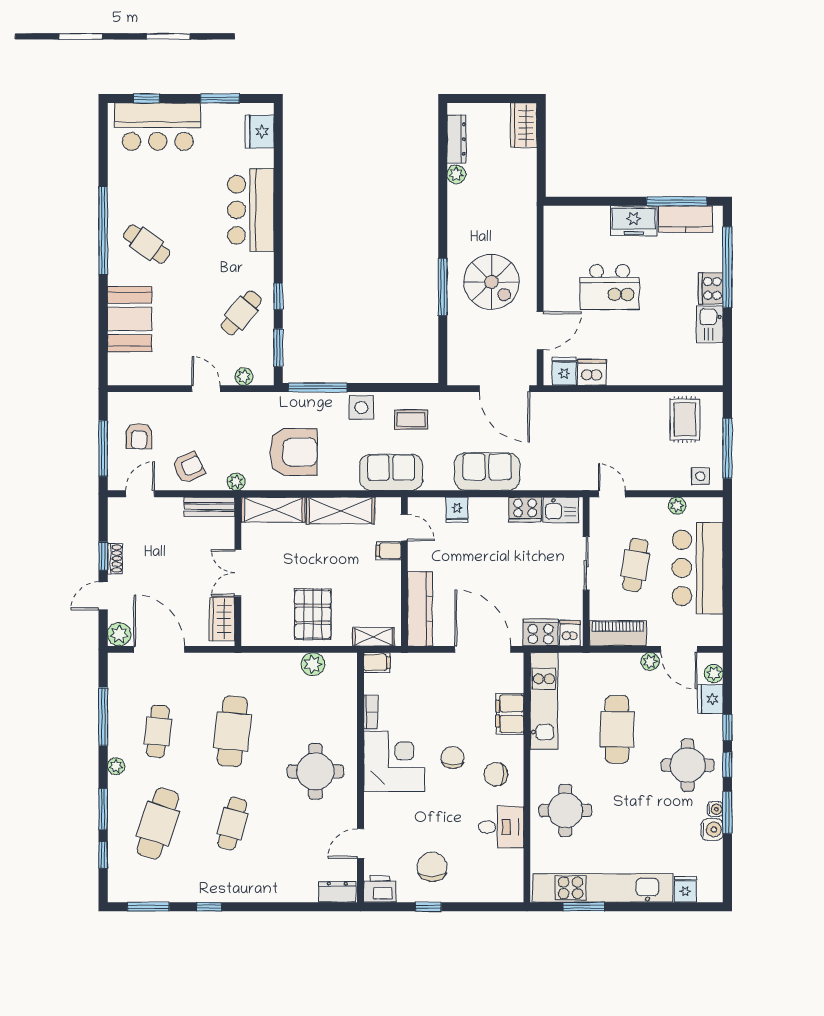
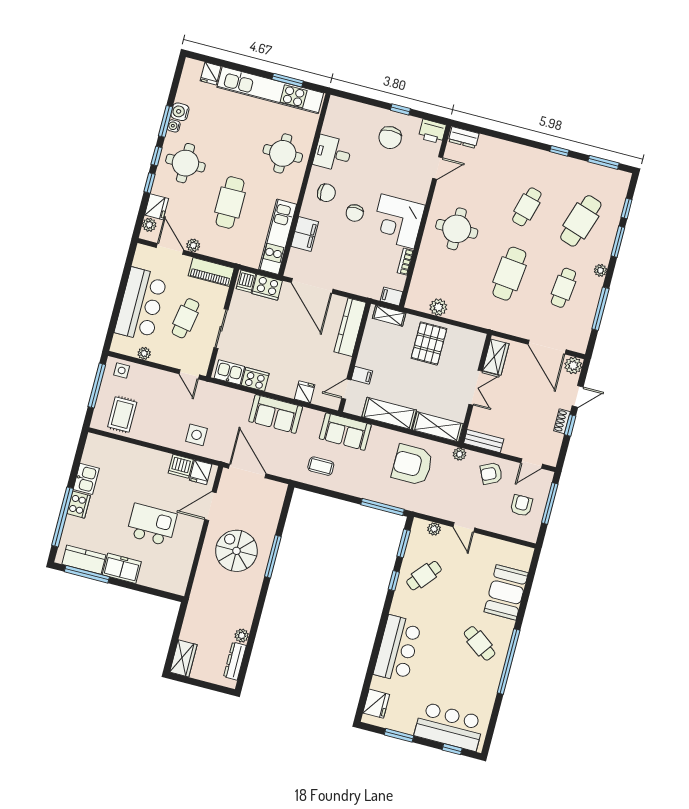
side table: (361, 407) -> (197, 435), moved
door: (404, 528) -> (346, 389), hinge flipped

